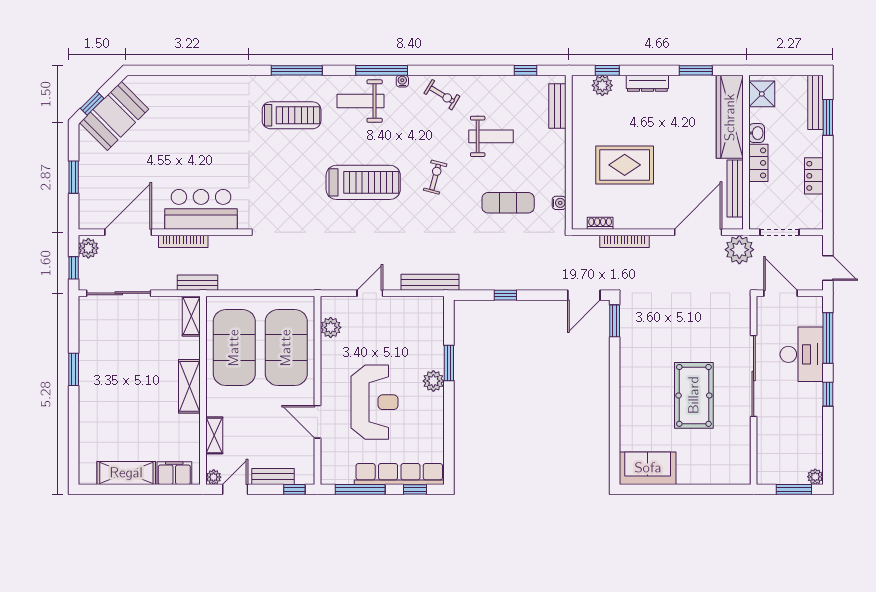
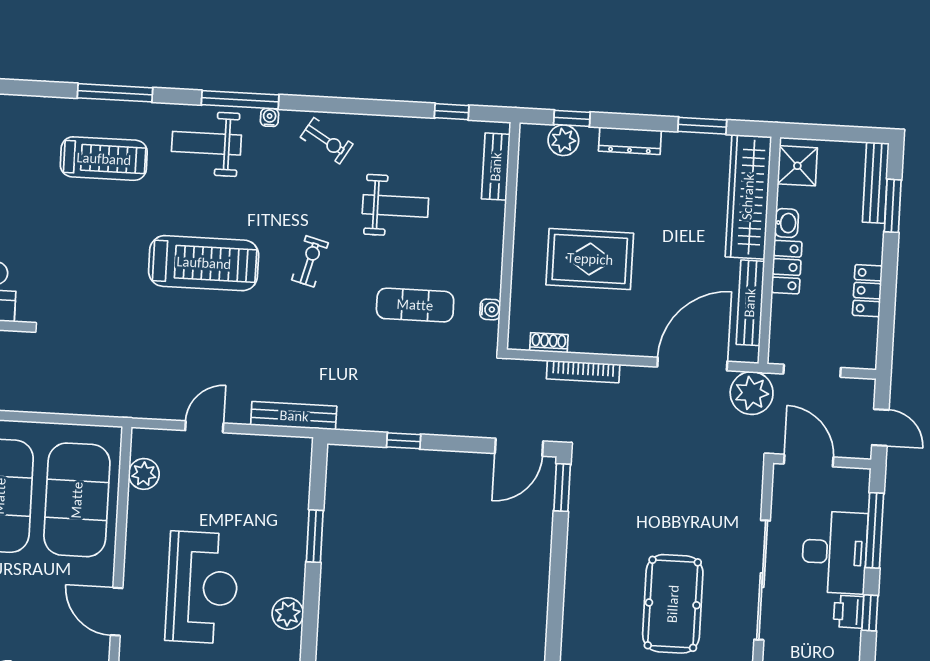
plant: (433, 381) -> (288, 614), moved
printer: (813, 394) -> (849, 612), added

